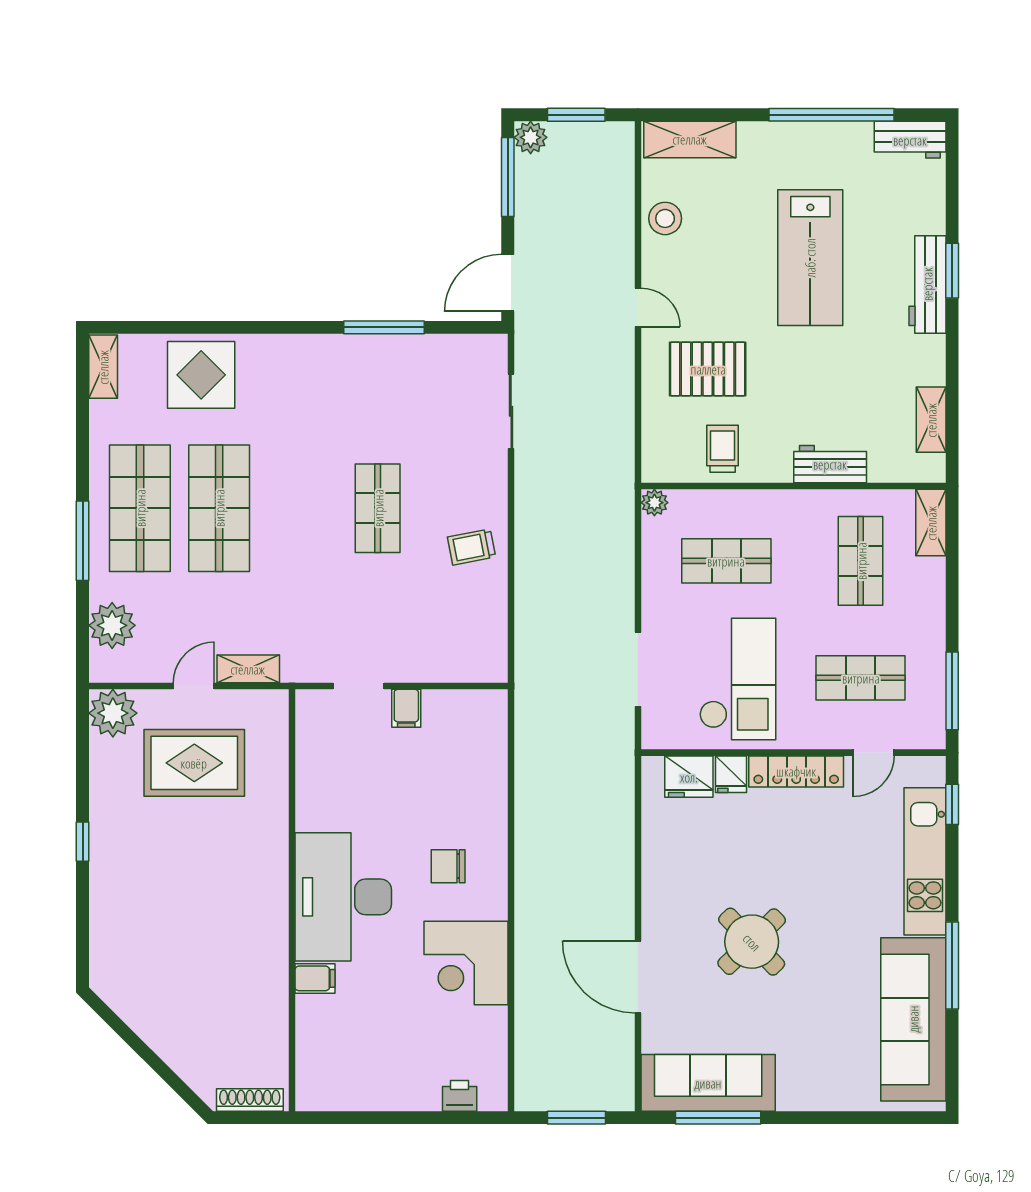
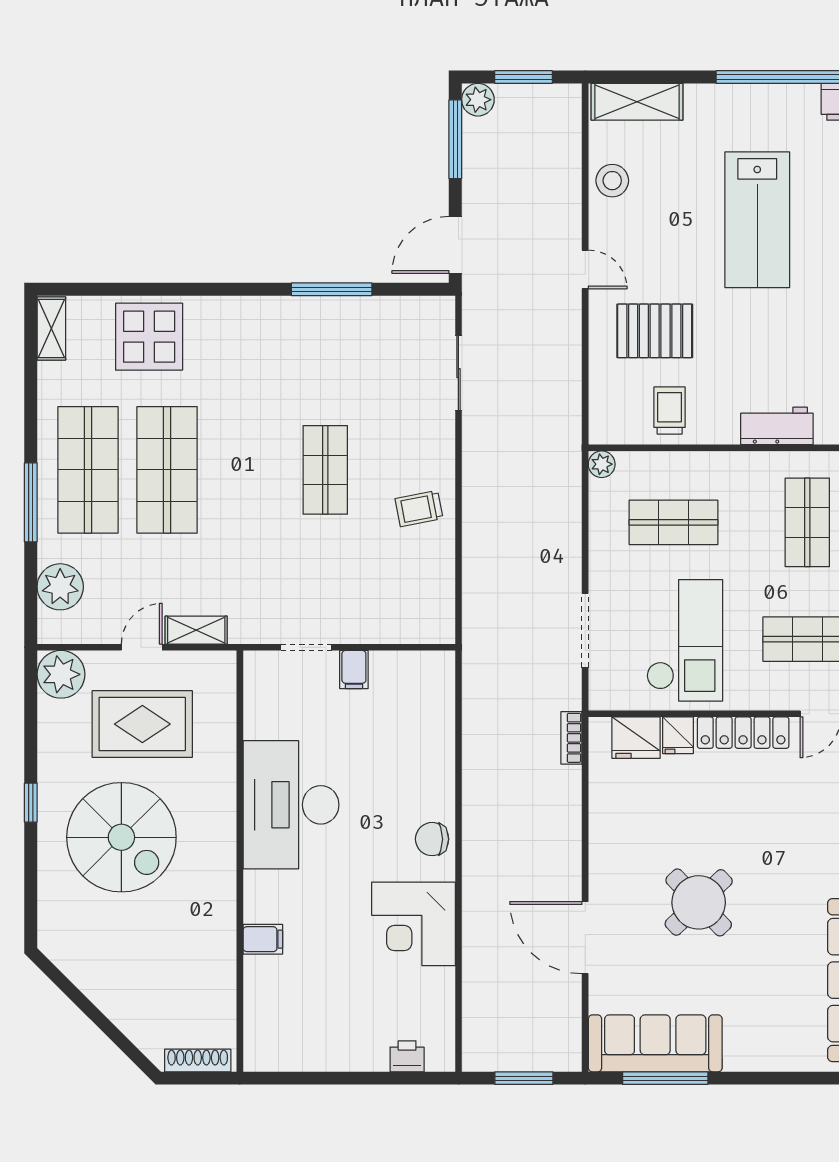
bookcase: (624, 777) -> (571, 738), added
chair: (448, 866) -> (432, 839), moved
spiral stairs: (173, 876) -> (121, 837), added
desk: (343, 897) -> (291, 805), moved

